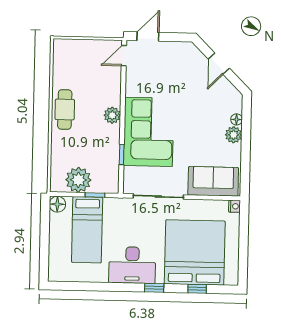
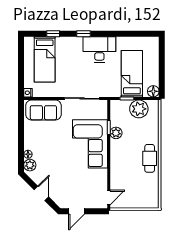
door: (148, 37) -> (77, 211), moved
plant: (112, 115) -> (116, 133), moved
plant: (234, 135) -> (30, 165), moved
bed: (195, 252) -> (45, 59), width x0.49

